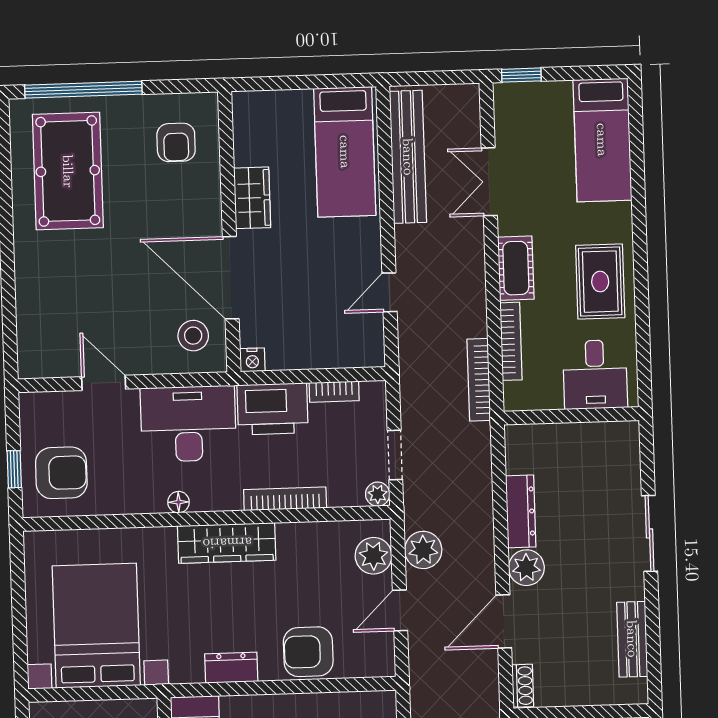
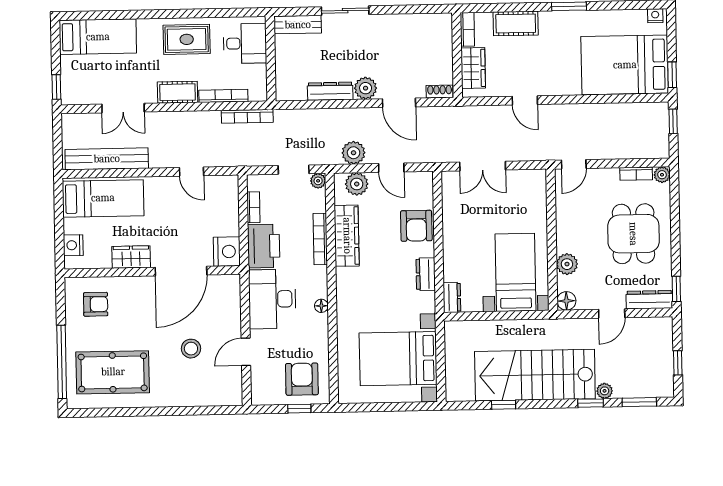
nightstand: (270, 105) -> (73, 245), added
stool: (193, 336) -> (191, 349), moved
nightstand: (252, 360) -> (227, 252), width x1.89, depth x1.79
wardrobe: (227, 543) -> (347, 236), moved
bench: (632, 639) -> (298, 25), moved

